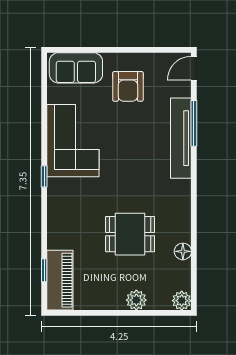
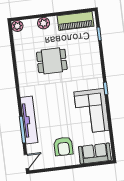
armchair: (128, 86) -> (63, 146), turned 180
floor lamp: (183, 251) -> (20, 55), removed
piano: (60, 280) -> (75, 21), moved, turned -90

